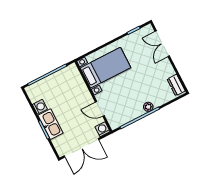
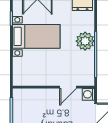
bed with nightstands: (105, 68) -> (36, 36), moved, turned 90
plant: (148, 107) -> (85, 41), width x1.88, depth x1.88

